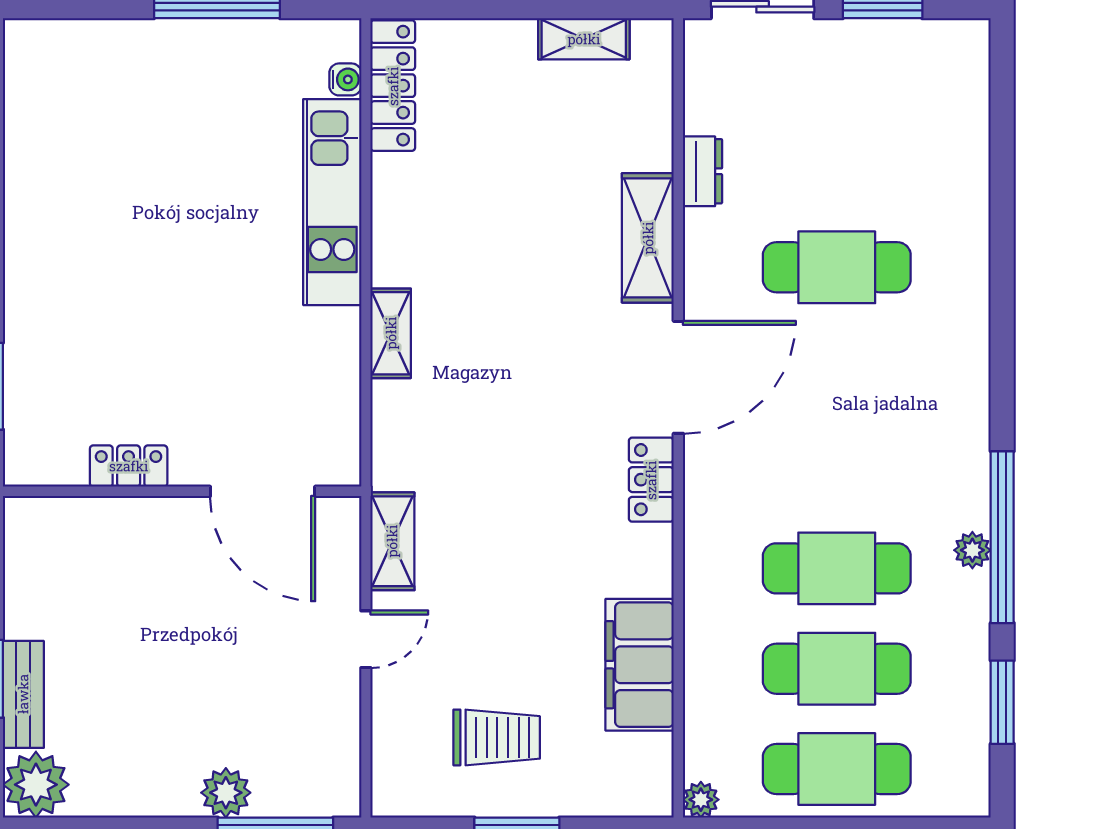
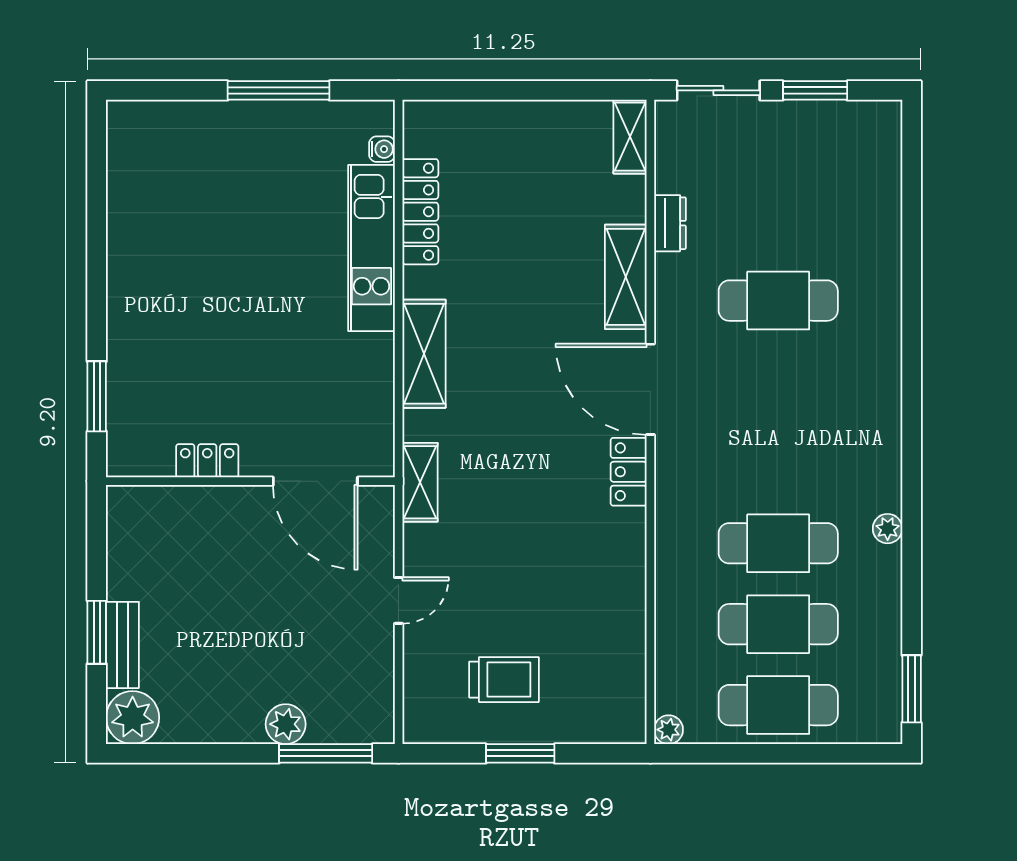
shelving: (584, 39) -> (630, 137), moved, turned 90
locker: (393, 86) -> (420, 212), moved
shelving: (391, 333) -> (424, 354), width x1.50, depth x1.33
door: (678, 377) -> (650, 389), swing flipped
window: (1002, 537) -> (912, 518), removed
shelving: (392, 541) -> (420, 482), moved
filing cabinet: (640, 665) -> (619, 621), removed
window: (1002, 702) -> (912, 689), moved

